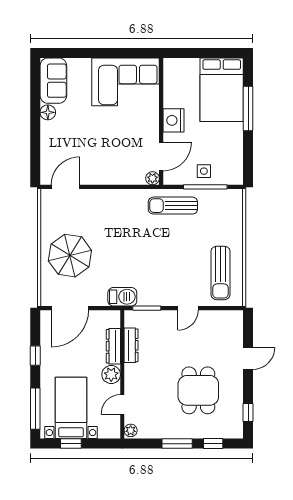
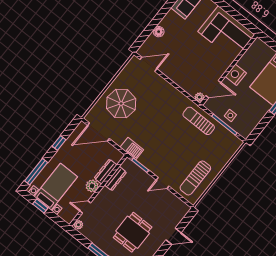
floor lamp: (48, 112) -> (159, 32), moved

